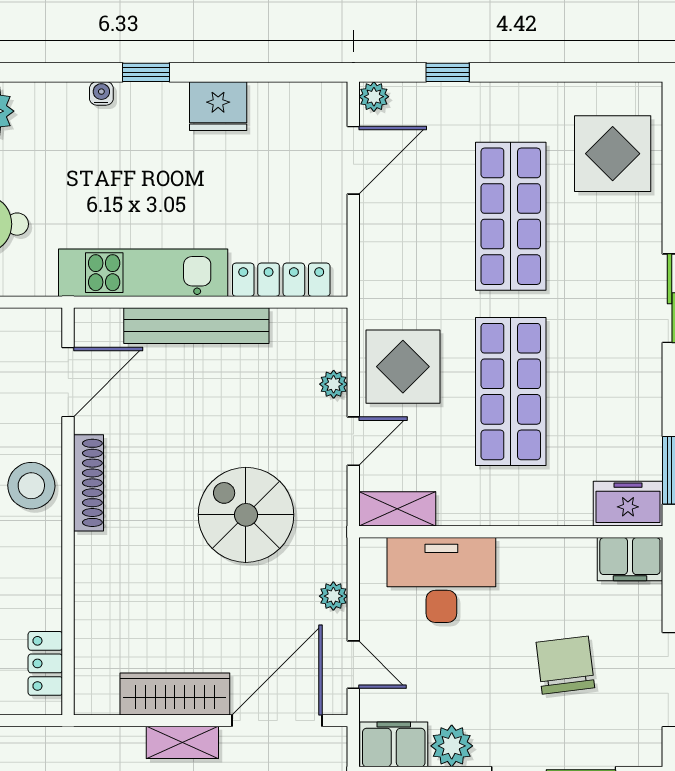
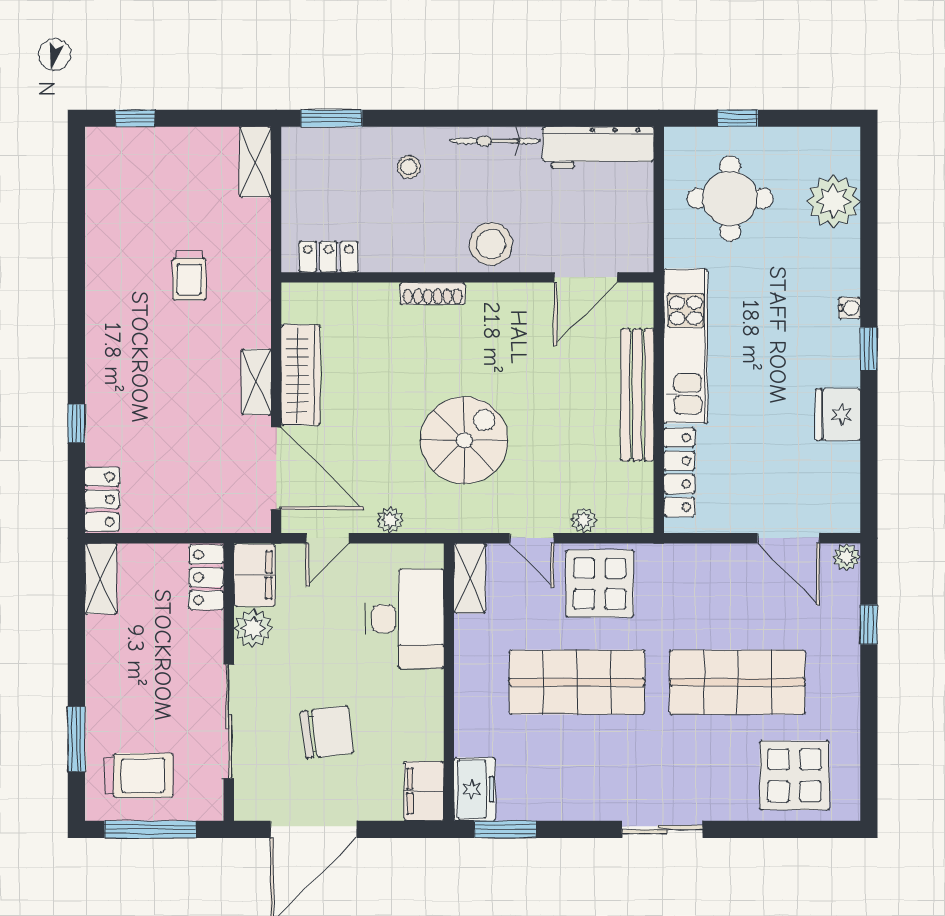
door: (68, 382) -> (586, 277), hinge flipped
shoe rack: (88, 483) -> (433, 294), moved, width x0.74, depth x0.81

